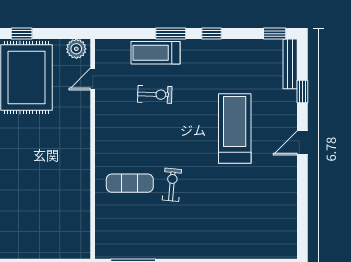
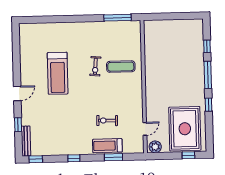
window: (171, 34) -> (113, 157), moved
treadmill: (155, 53) -> (107, 146), turned 180
treadmill: (235, 128) -> (58, 73), moved

